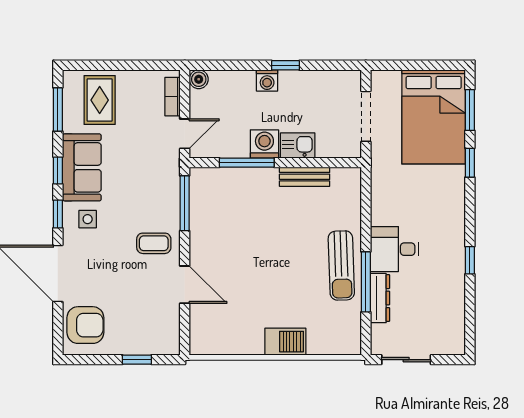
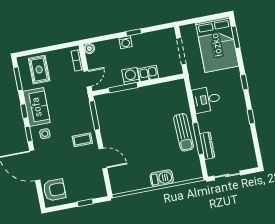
window: (470, 163) -> (244, 82), moved
bench: (305, 177) -> (155, 89), removed
desk: (395, 249) -> (206, 99), moved

